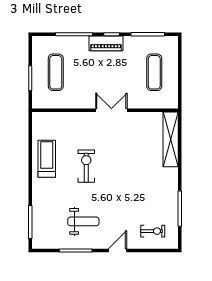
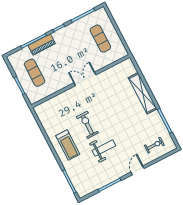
piano: (106, 43) -> (42, 45), moved
shelving: (171, 139) -> (143, 93), moved
treadmill: (47, 159) -> (68, 145), moved, turned 180
weight bench: (83, 221) -> (104, 148), moved

